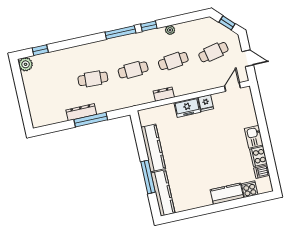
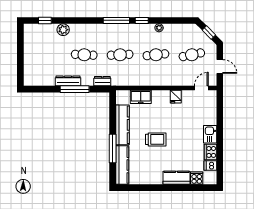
plant: (26, 64) -> (63, 30), moved
dresser: (164, 94) -> (102, 81), moved
freezer: (187, 107) -> (141, 97), moved
trolley: (194, 156) -> (156, 139), added

